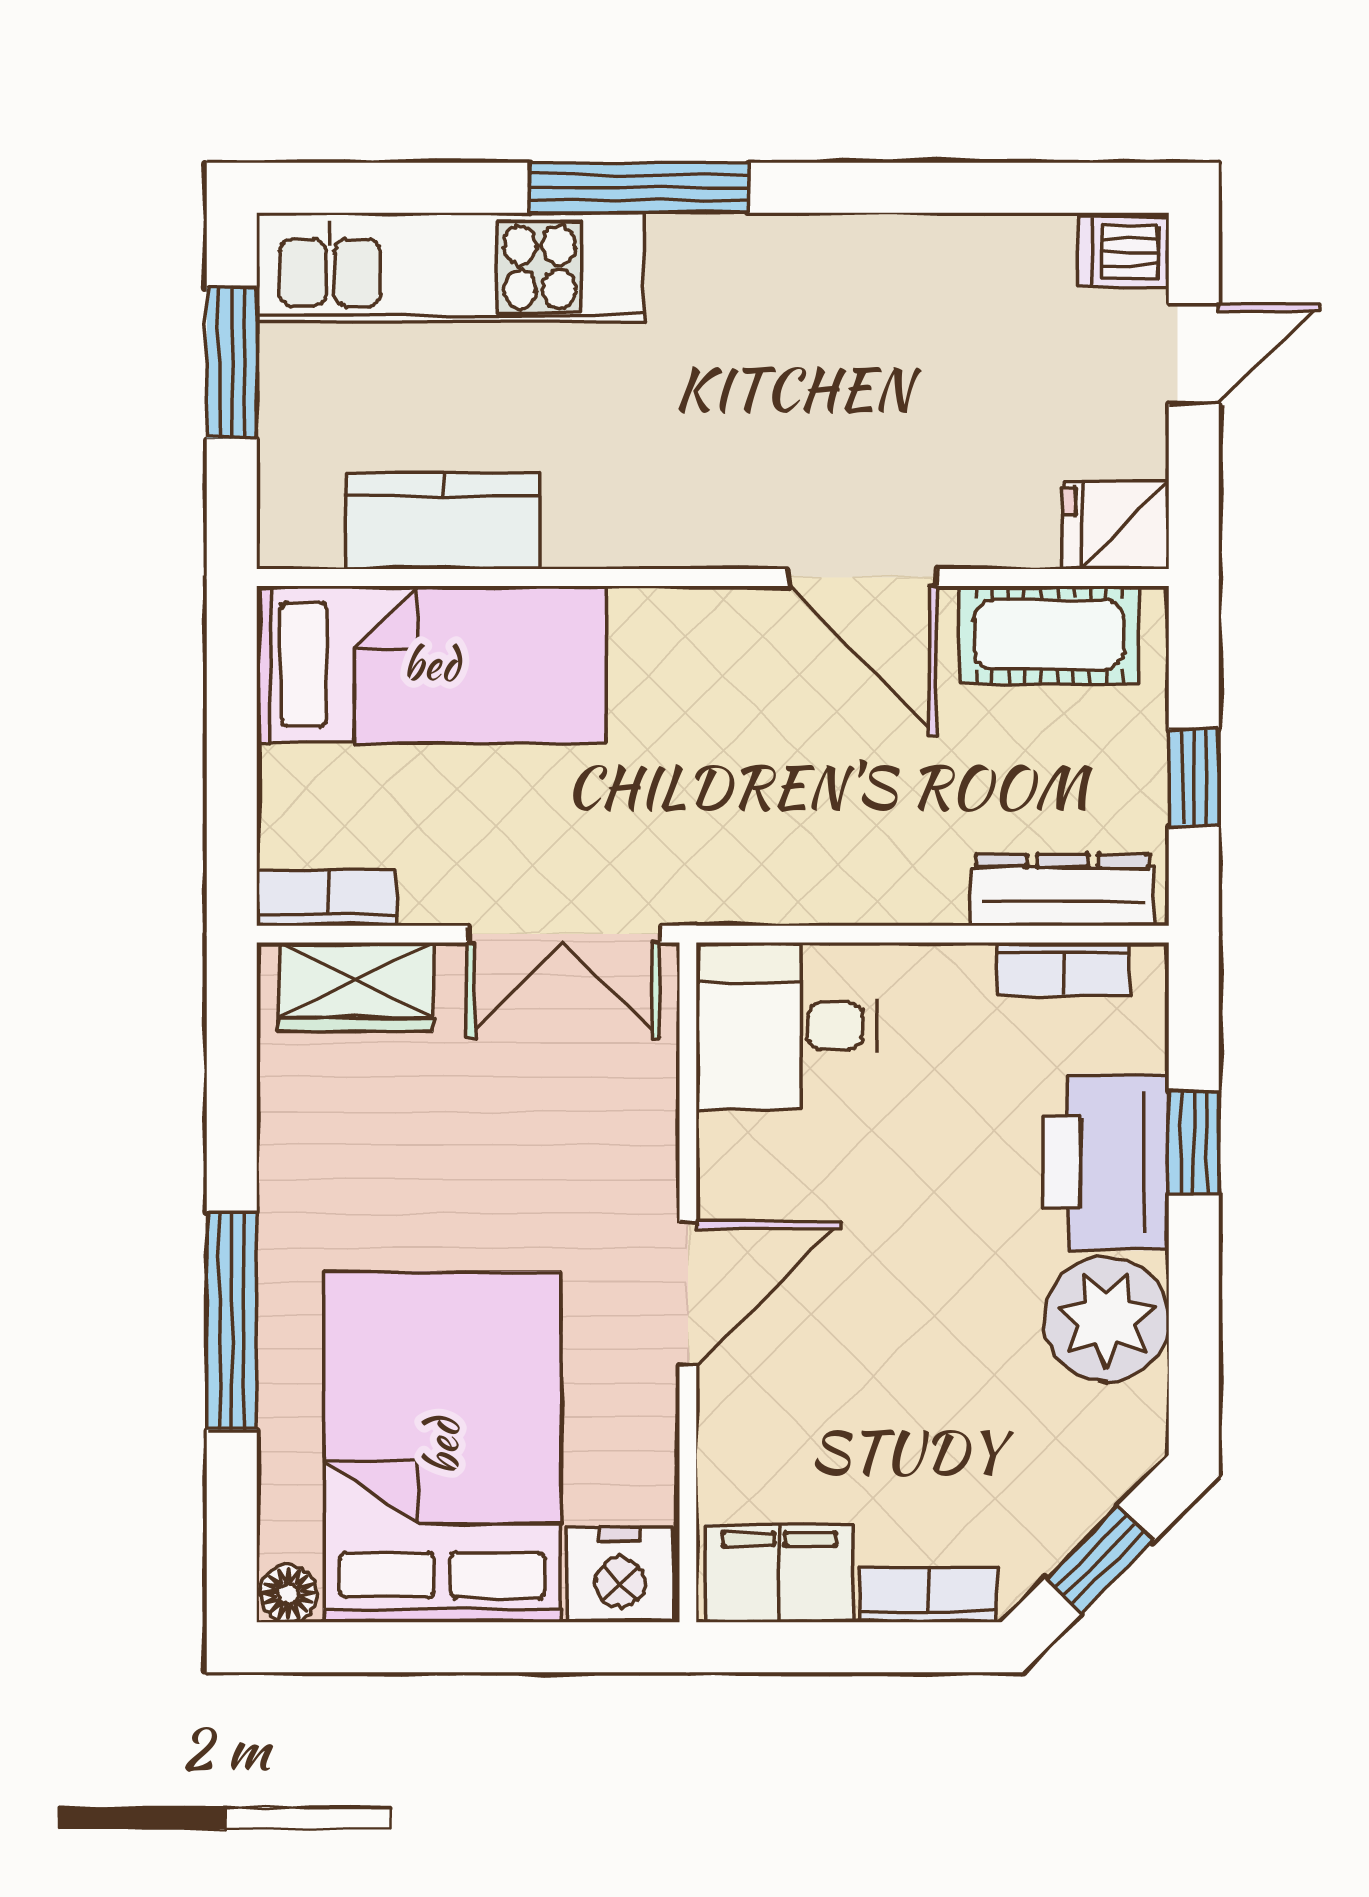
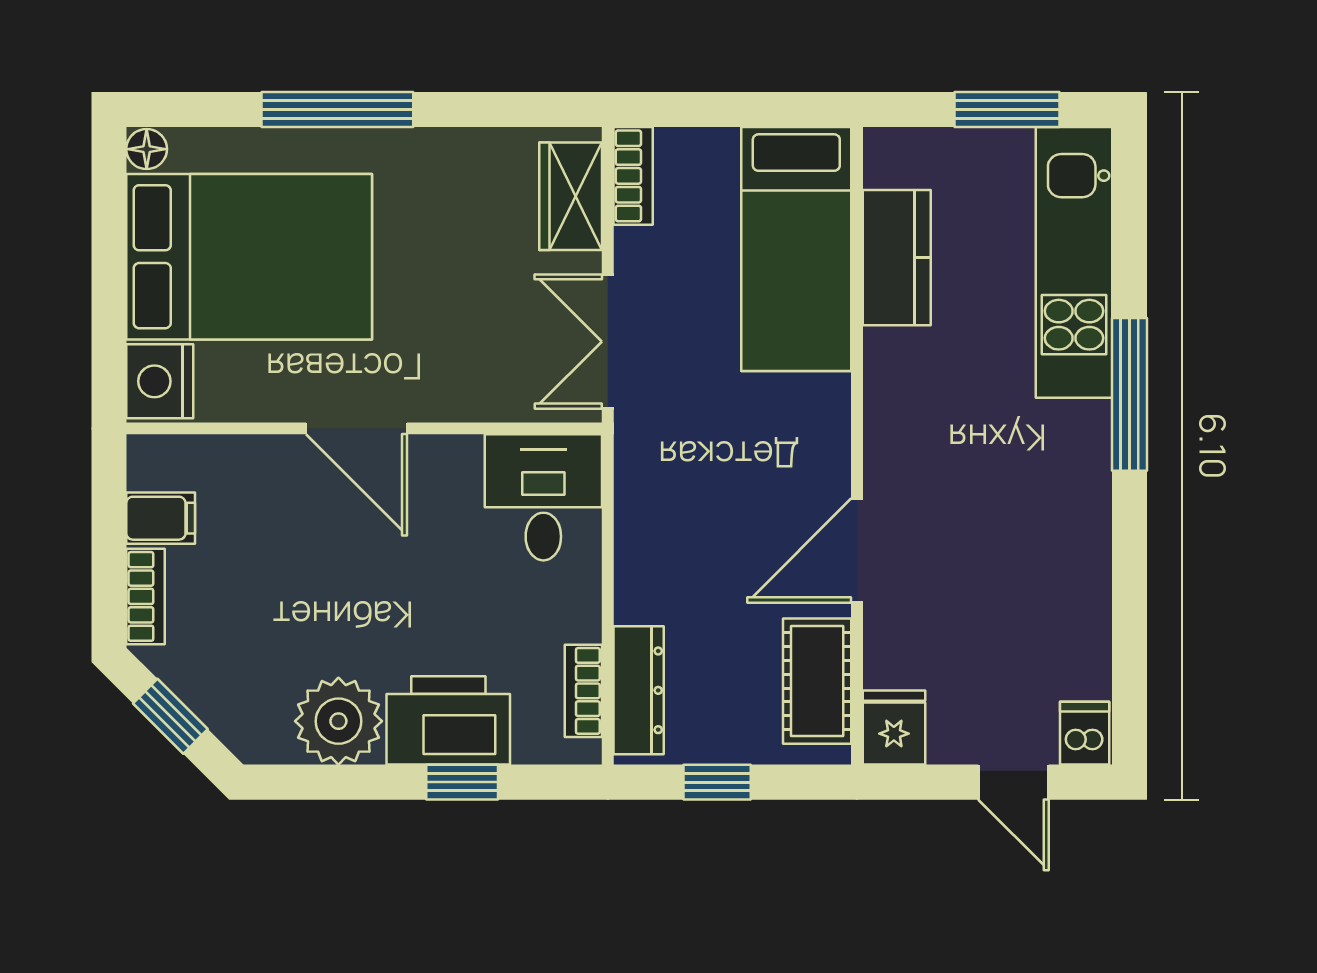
filing cabinet: (779, 1573) -> (161, 518), width x0.50

